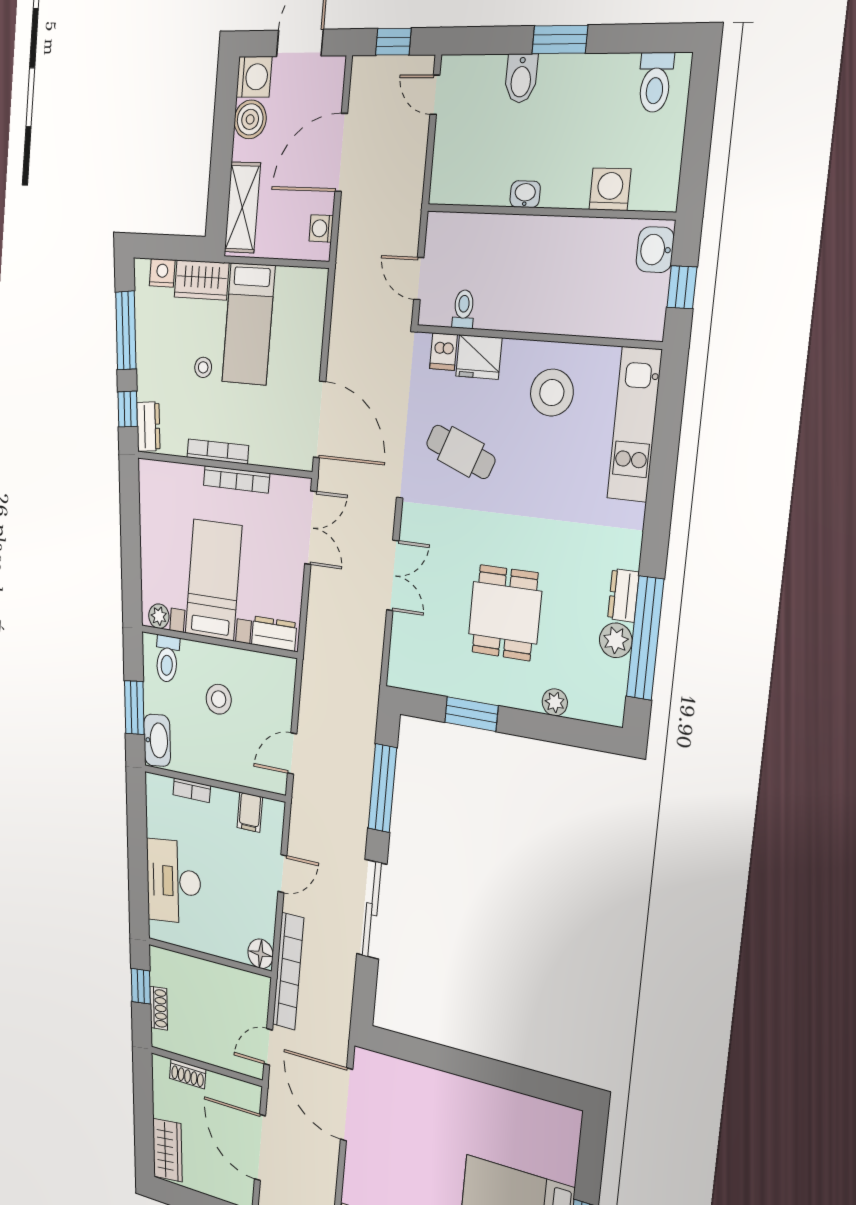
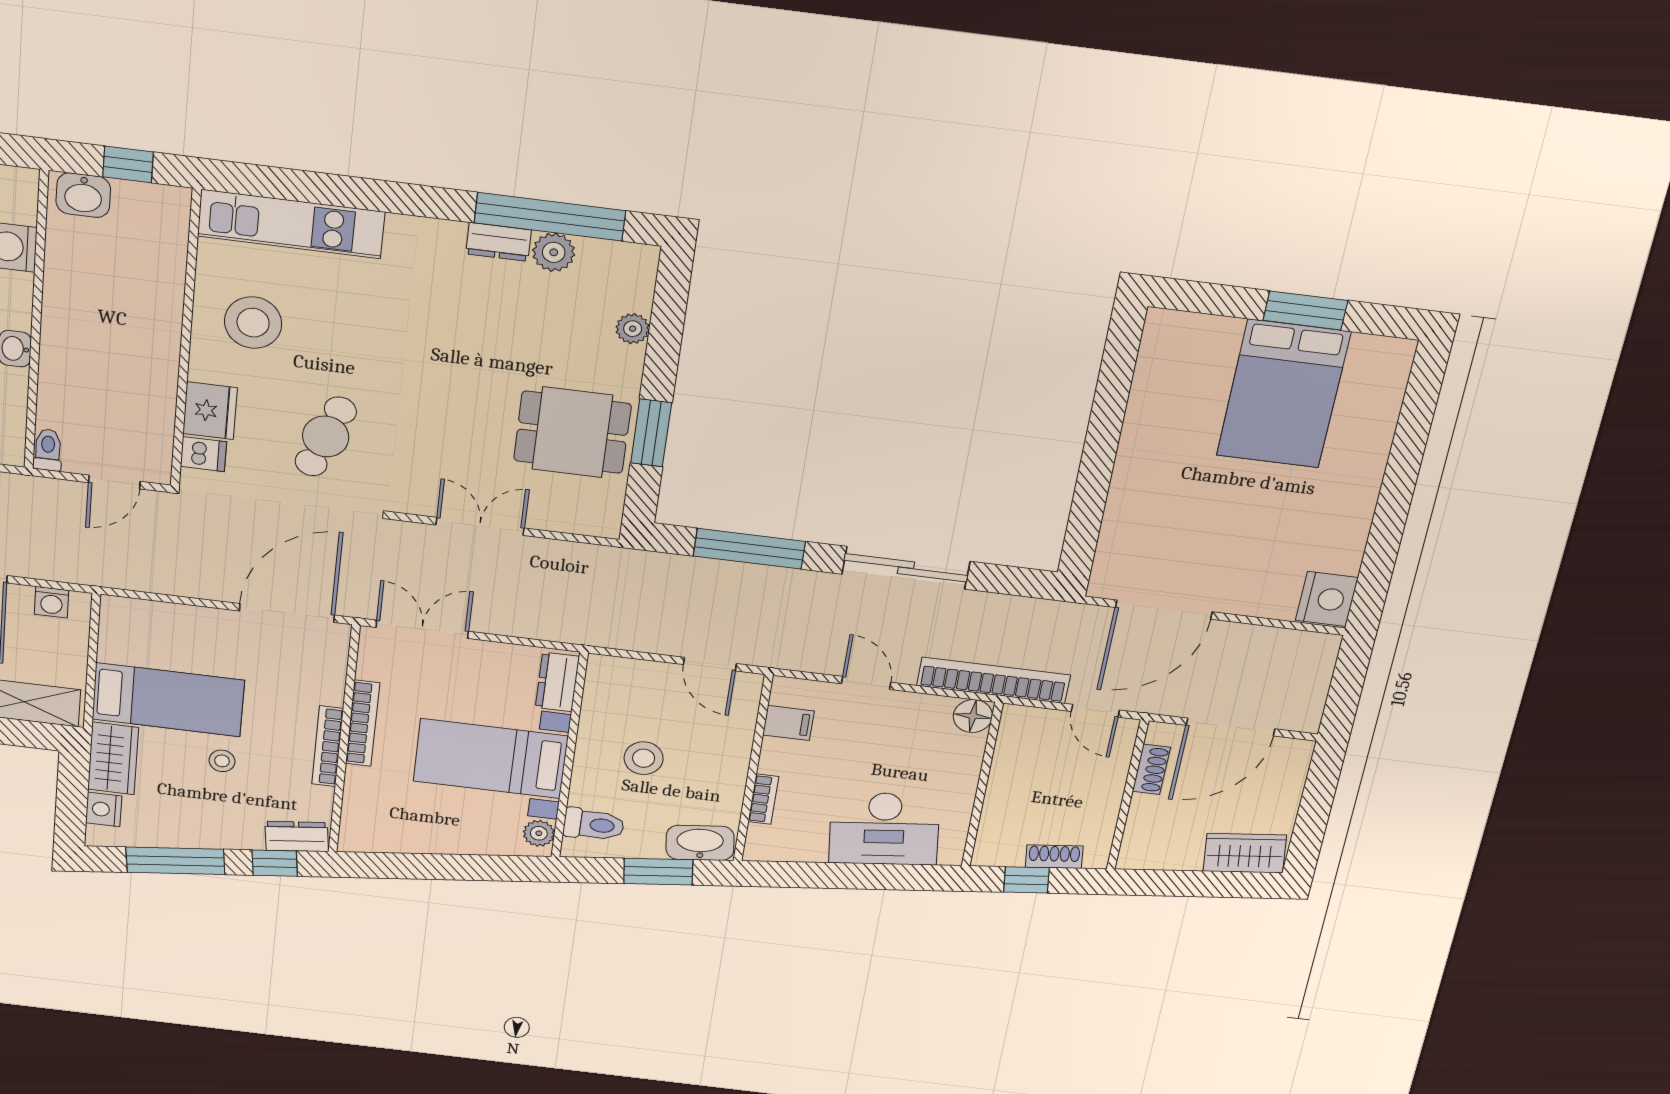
toilet: (464, 309) -> (48, 450), moved, turned 90
dining table: (505, 613) -> (572, 432), moved
shoe rack: (188, 1074) -> (1151, 769), moved

